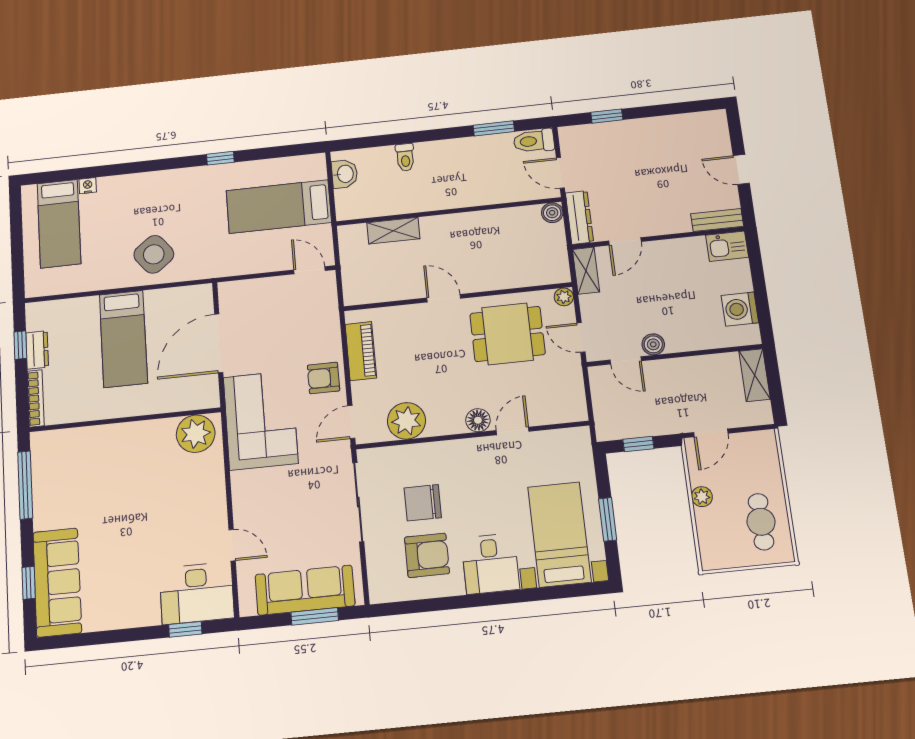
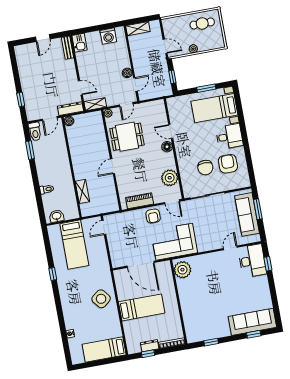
bed: (59, 224) -> (104, 350), moved, turned 180
dining table: (508, 334) -> (127, 137), turned 90
window: (25, 485) -> (211, 342), width x0.46

